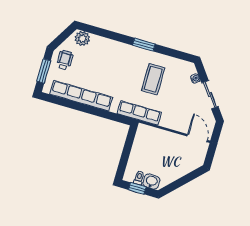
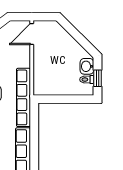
row of seats: (139, 113) -> (24, 97), width x1.36

